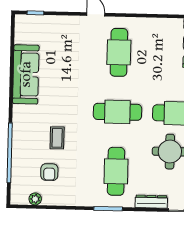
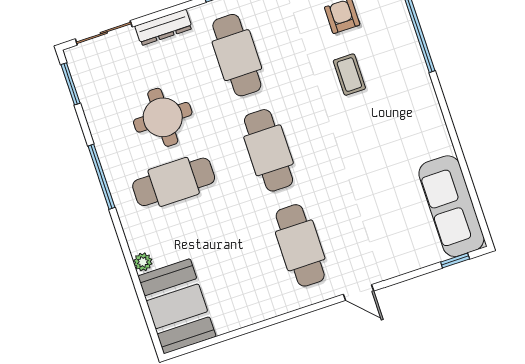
sofa: (26, 74) -> (451, 206), moved
cafe table: (117, 112) -> (269, 150), turned 90

